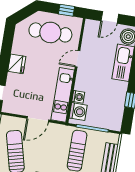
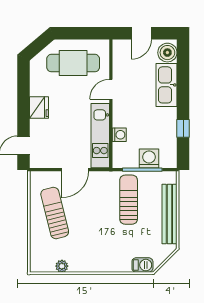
window: (67, 10) -> (88, 33), removed
washing machine: (78, 112) -> (149, 159), moved, turned -90

